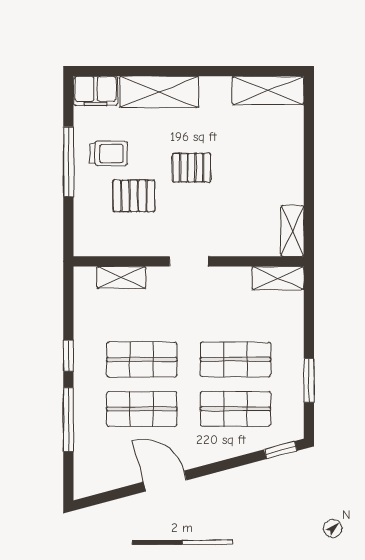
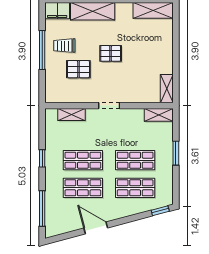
trolley: (109, 153) -> (64, 46), turned 180
window: (309, 380) -> (176, 153), moved
window: (68, 420) -> (42, 209), moved

